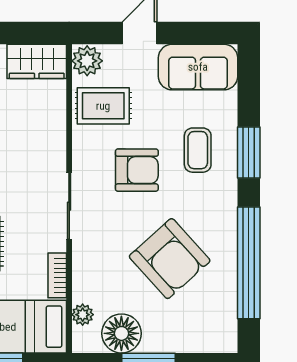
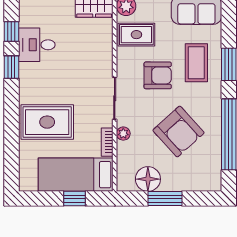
coffee table: (198, 150) -> (196, 63), width x1.36, depth x1.30
plant: (83, 315) -> (123, 134), moved

